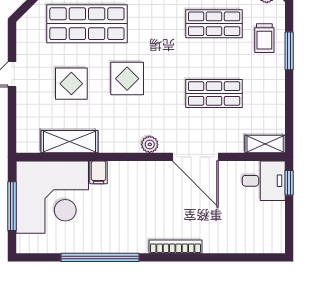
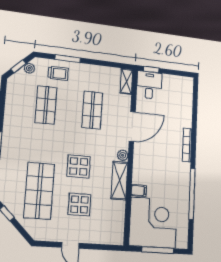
shelving: (70, 142) -> (119, 181), moved

